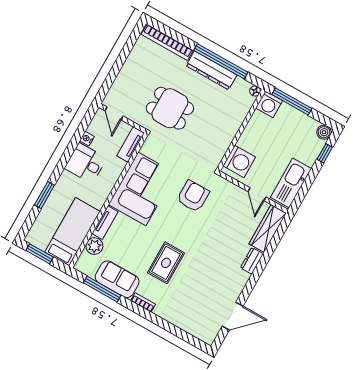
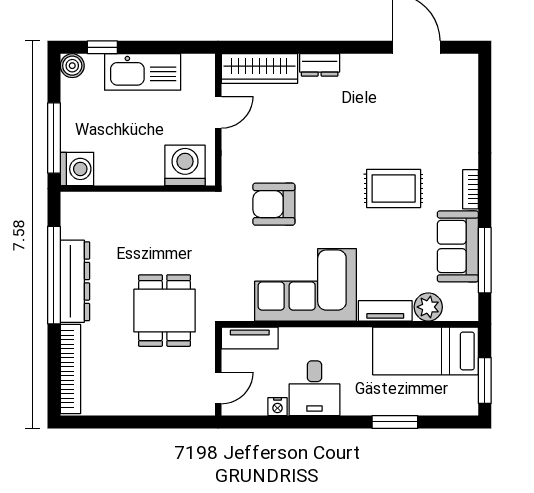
floor lamp: (255, 91) -> (69, 200), removed
kitchen sink: (291, 183) -> (143, 72), moved

